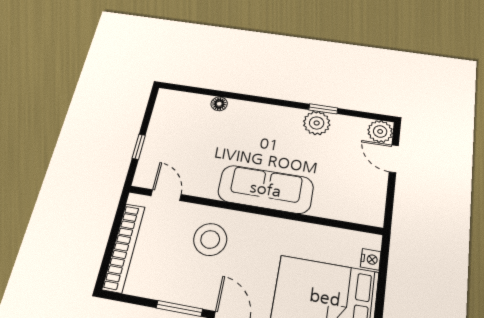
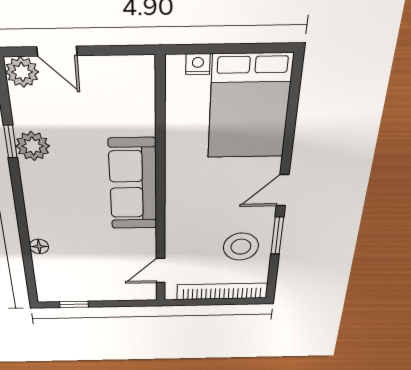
window: (139, 147) -> (74, 304), moved
door: (394, 159) -> (57, 51), hinge flipped
stool: (210, 239) -> (241, 247), moved

